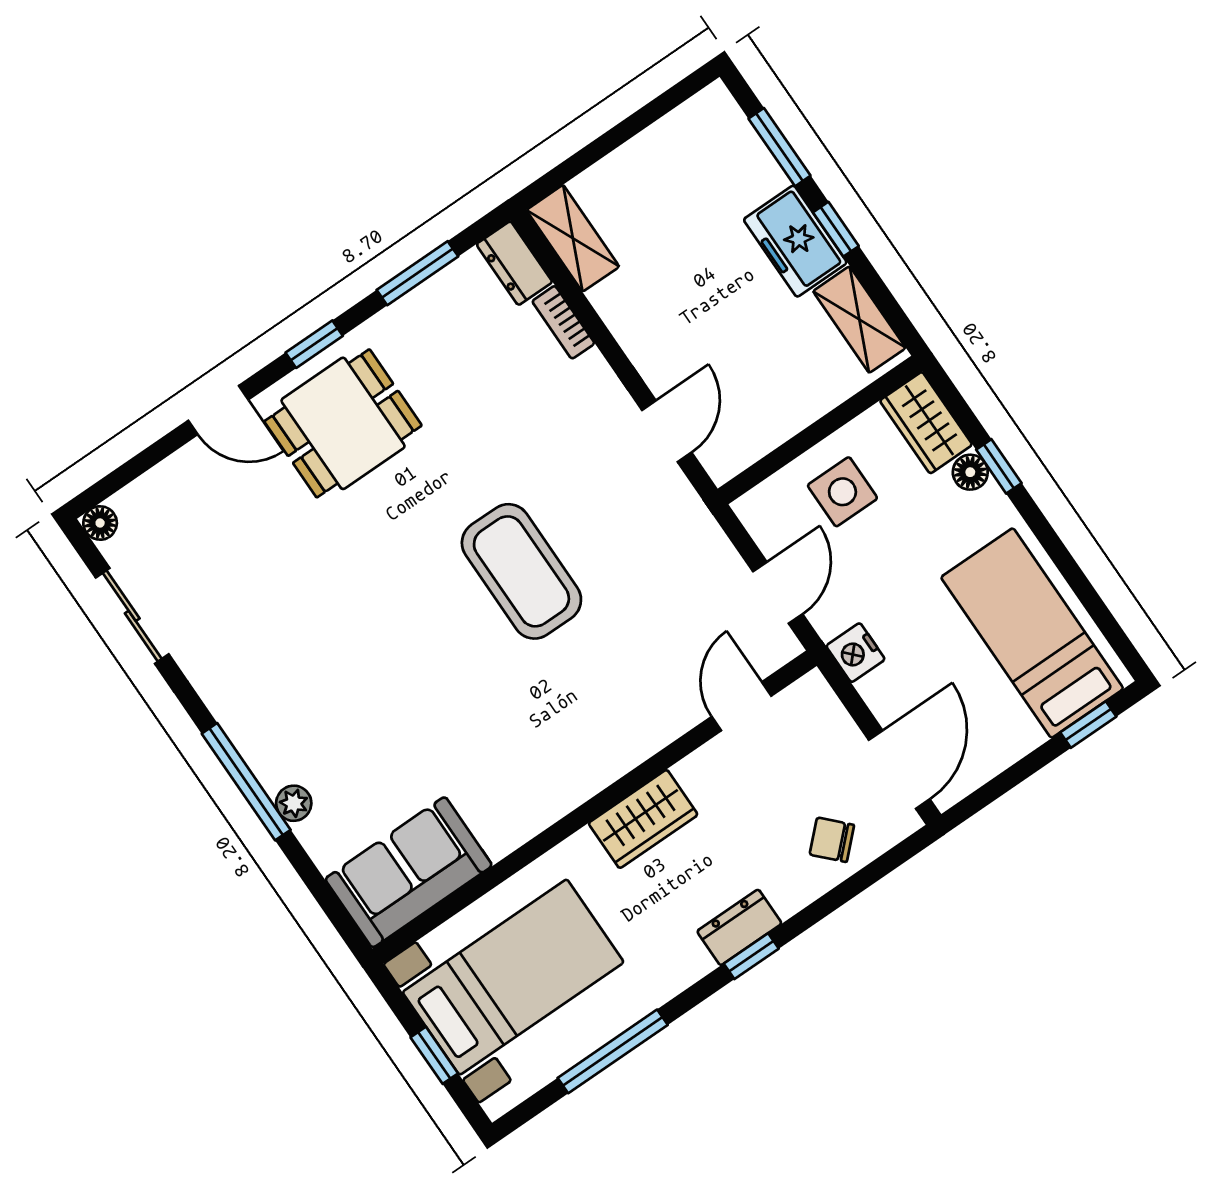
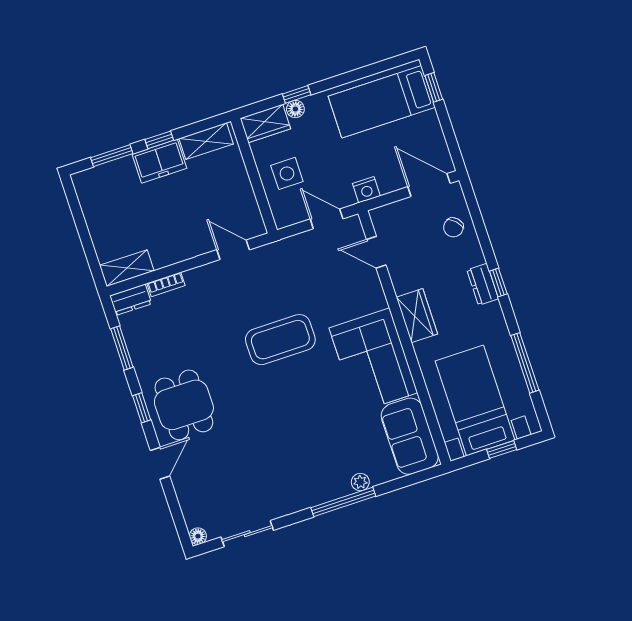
corner sofa: (534, 761) -> (373, 360), added

